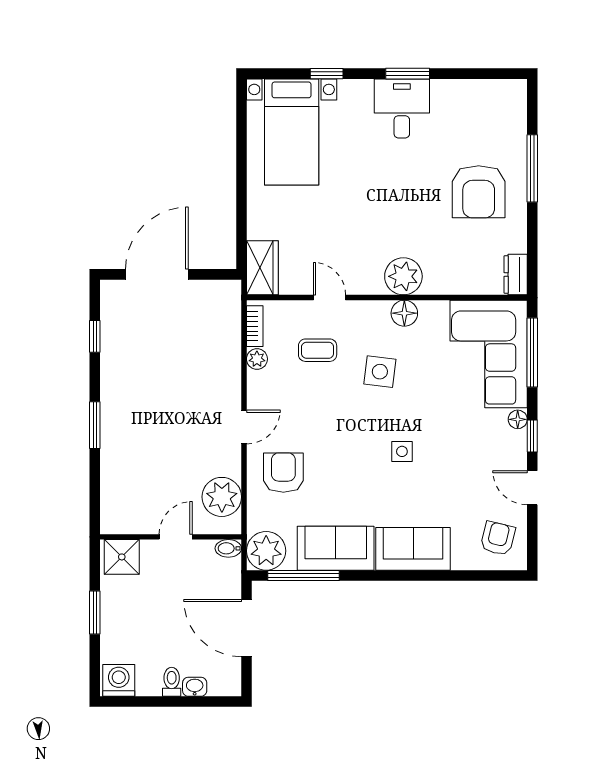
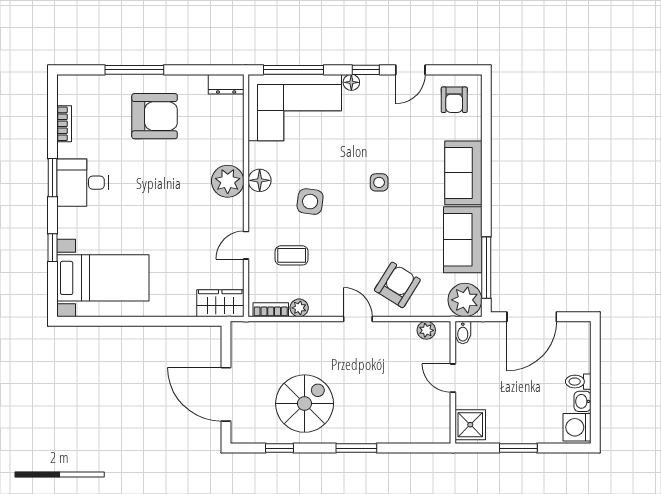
bookcase: (470, 87) -> (64, 124), added
coffee table: (318, 350) -> (292, 255), turned 90
spiral stairs: (146, 365) -> (305, 404), added
armchair: (283, 473) -> (397, 285), turned 122
plant: (222, 497) -> (426, 330), width x0.53, depth x0.53
armchair: (498, 538) -> (454, 100), turned -104
washbasin: (195, 687) -> (582, 401), moved

